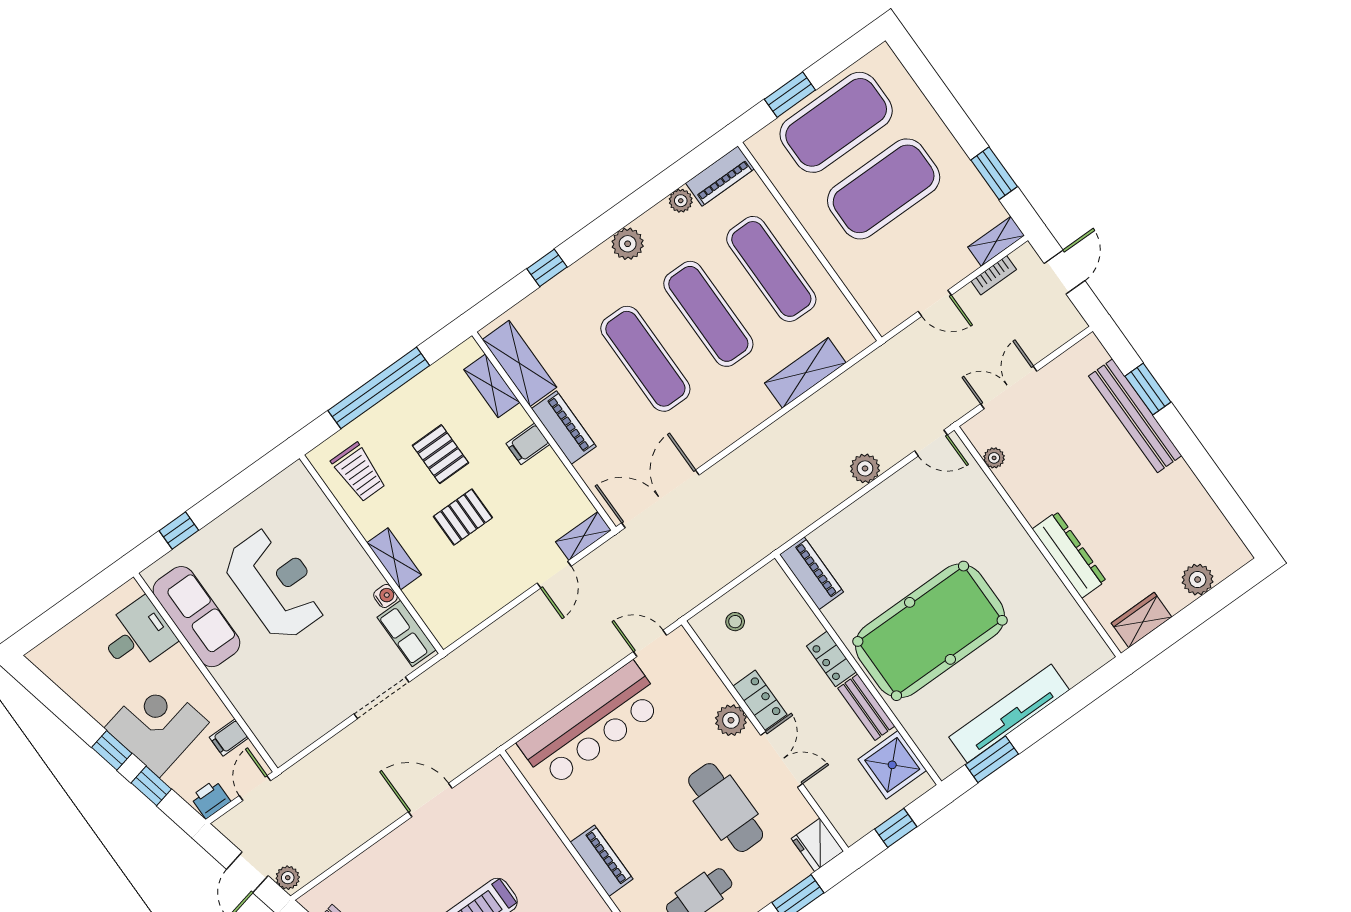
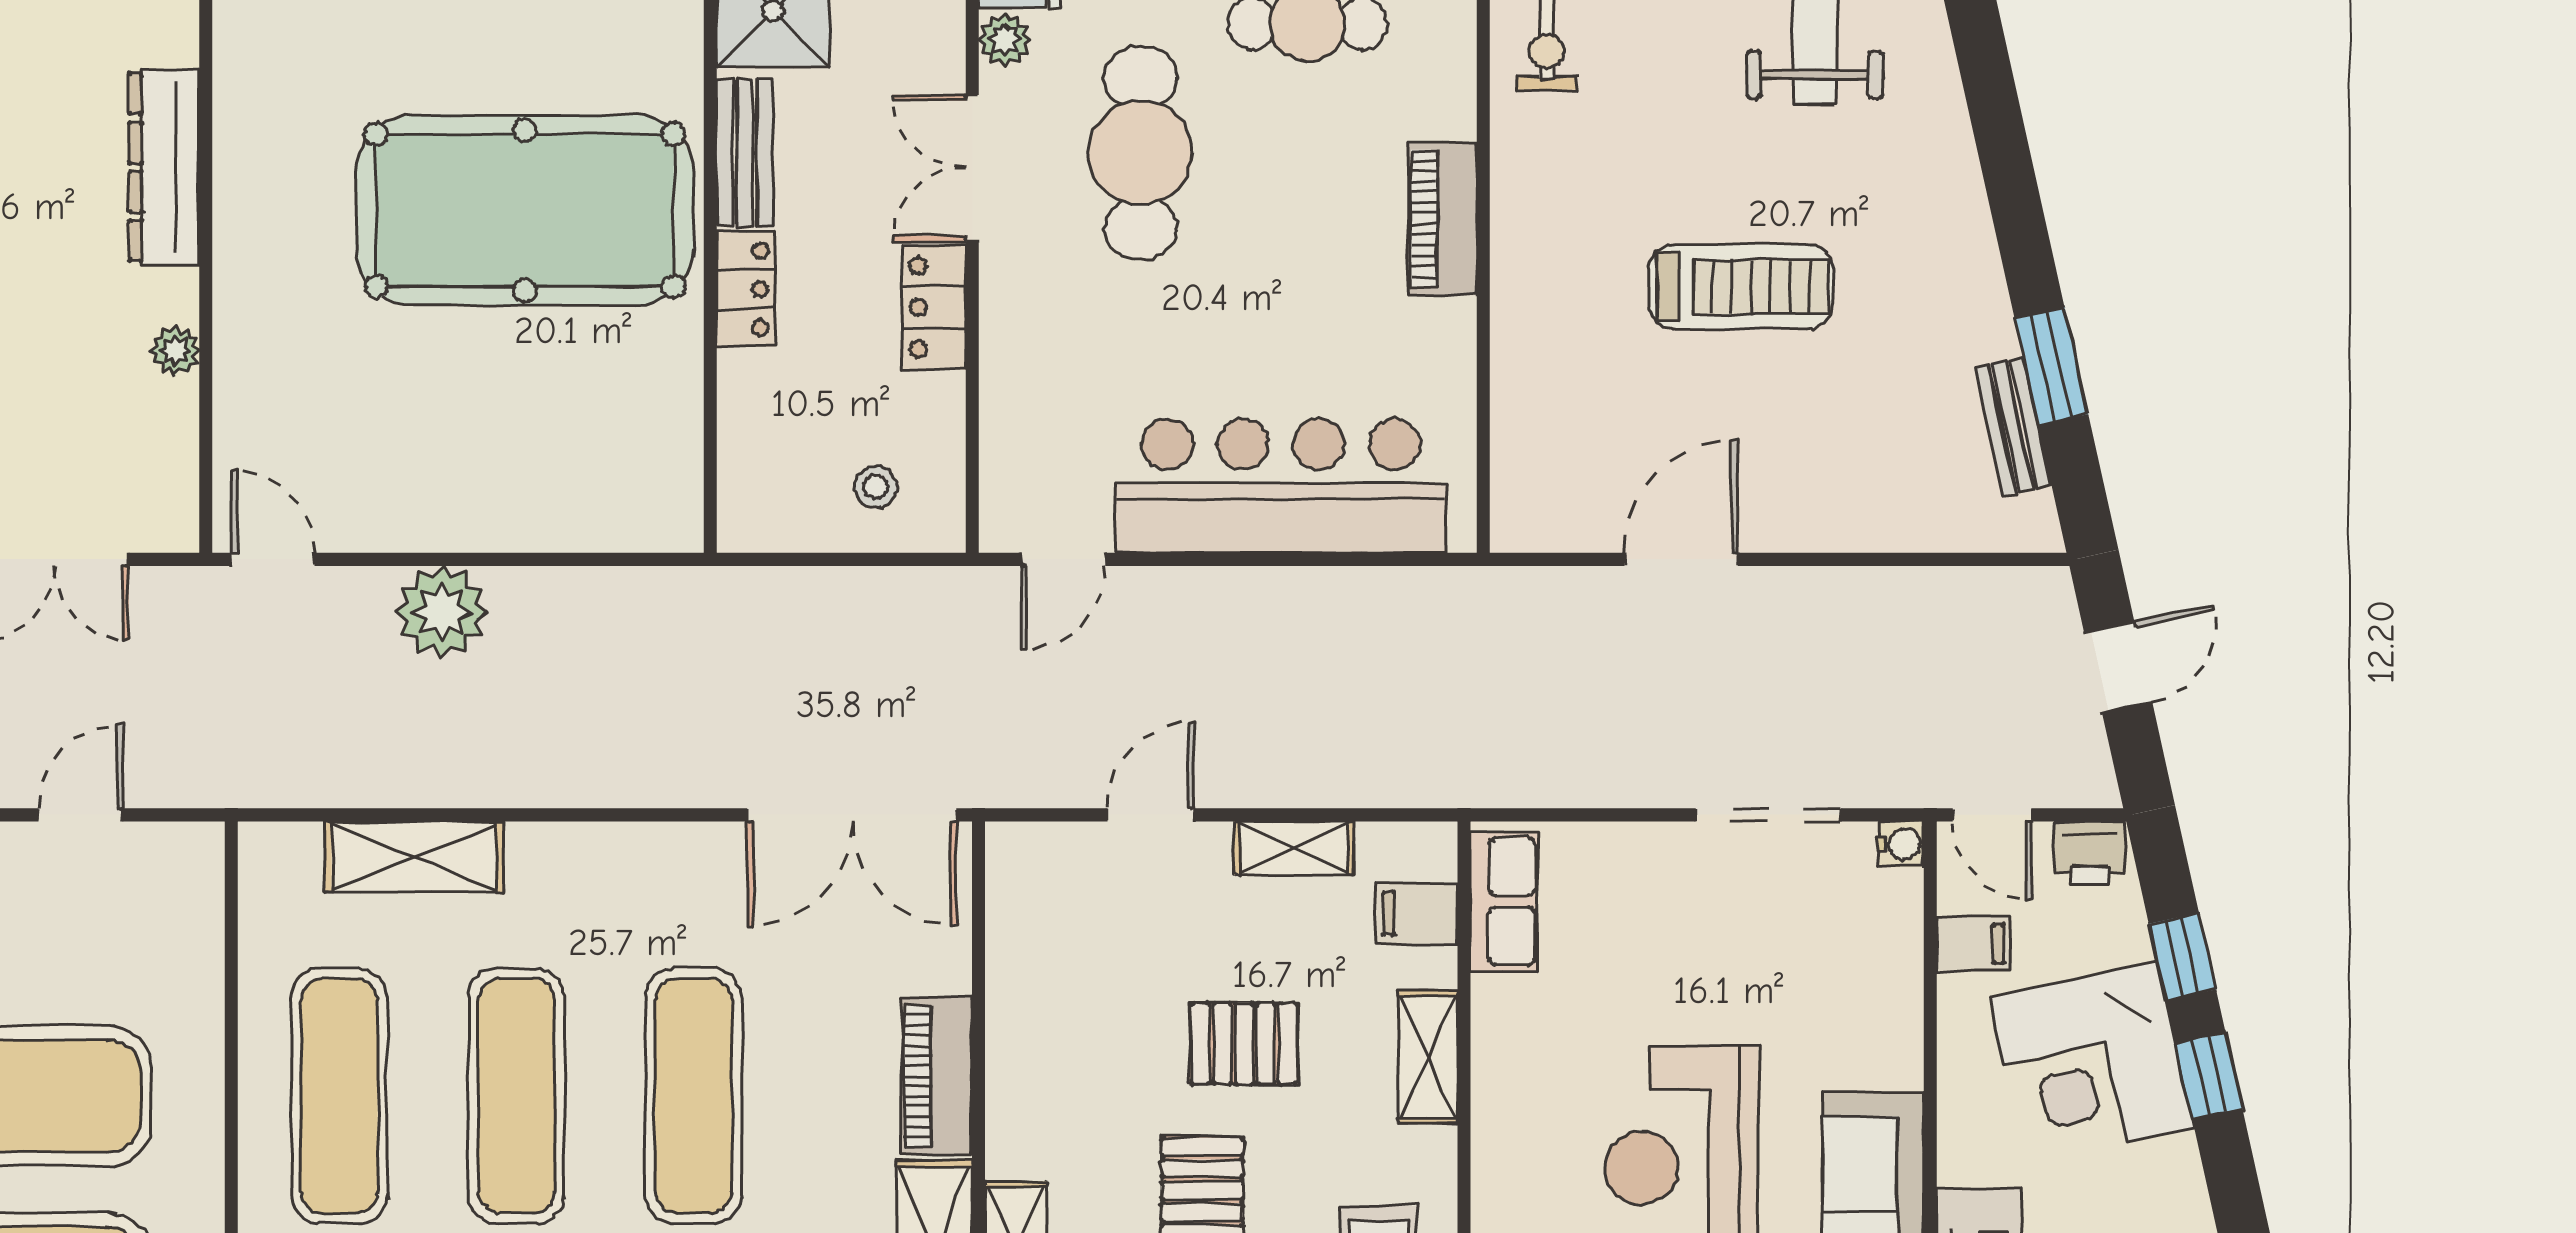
door: (935, 303) -> (80, 815), hinge flipped
filing cabinet: (528, 444) -> (1417, 913), moved, turned 180
plant: (994, 458) -> (175, 351), moved
plant: (865, 468) -> (442, 612), width x1.36, depth x1.36
shelving: (583, 536) -> (1294, 848), moved
piano: (812, 573) -> (669, 475), removed
water cooler: (385, 596) -> (1901, 844), moved, turned 180
door: (650, 643) -> (1063, 559), hinge flipped
doorway: (381, 698) -> (1768, 815), moved
plant: (731, 720) -> (1005, 40), moved, width x0.73, depth x0.73
door: (255, 788) -> (1992, 815), hinge flipped
door: (430, 800) -> (1681, 559), swing flipped
plant: (288, 878) -> (2050, 604), removed

